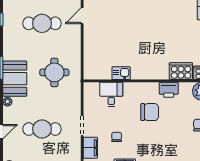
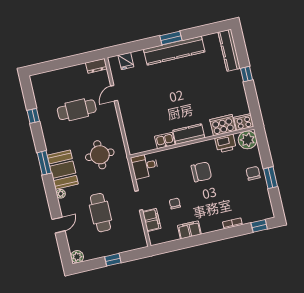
kitchen counter: (146, 72) -> (189, 134), added
printer: (169, 90) -> (226, 143), moved
desk: (111, 94) -> (145, 166), moved, turned -90
cafe table: (42, 129) -> (100, 213), turned 90

